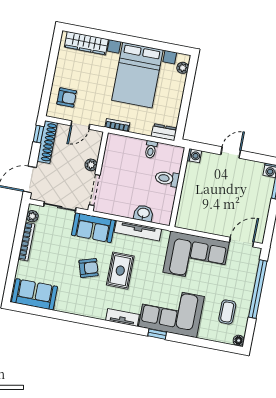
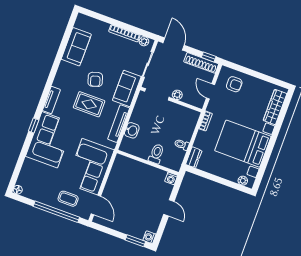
armchair: (67, 98) -> (234, 84), turned -90
sofa: (35, 294) -> (76, 47), moved
coffee table: (227, 312) -> (68, 199), moved

